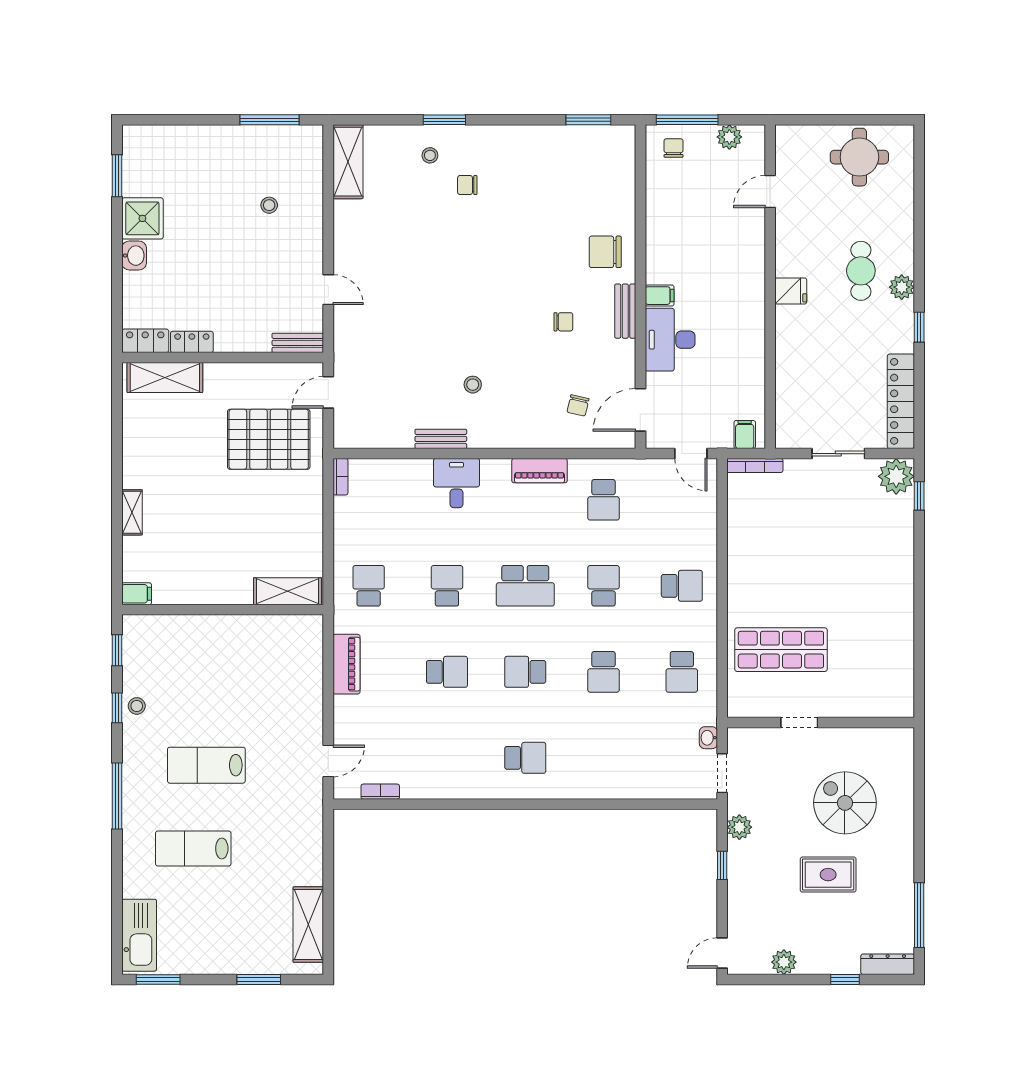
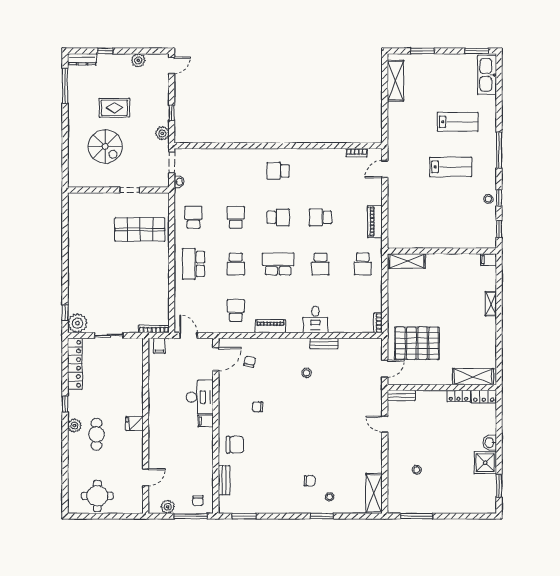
bench: (625, 311) -> (224, 480), moved
school desk: (682, 586) -> (193, 264), width x1.85

